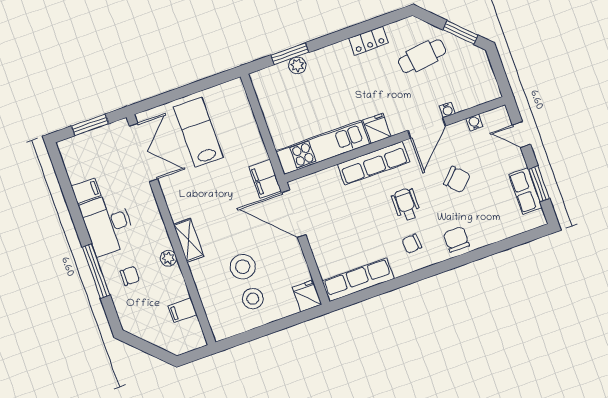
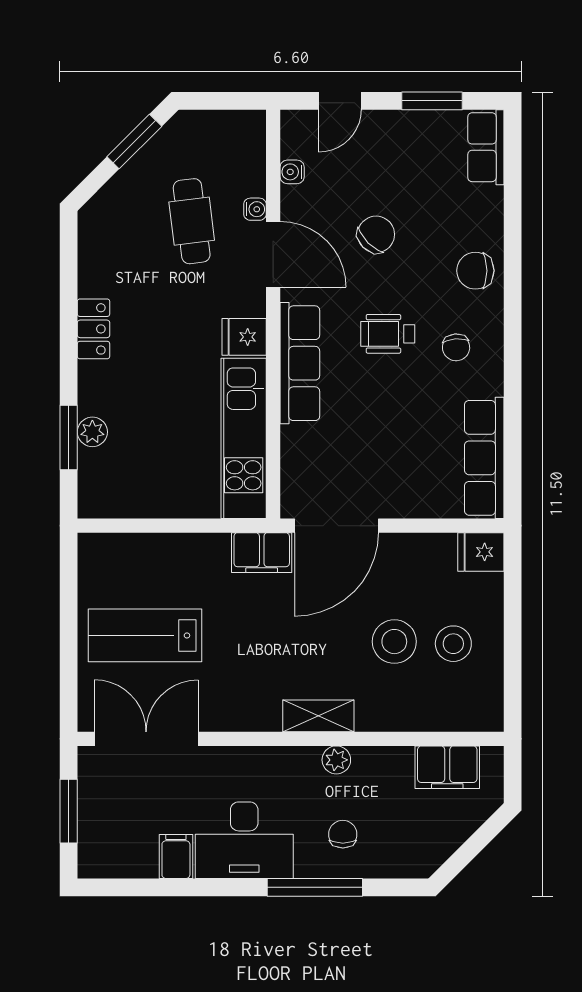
locker: (368, 41) -> (93, 329), moved
cafe table: (422, 56) -> (192, 221), moved
row of seats: (525, 191) -> (486, 147), moved, turned 90
filing cabinet: (182, 310) -> (447, 767), width x2.00

